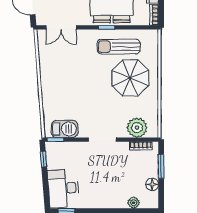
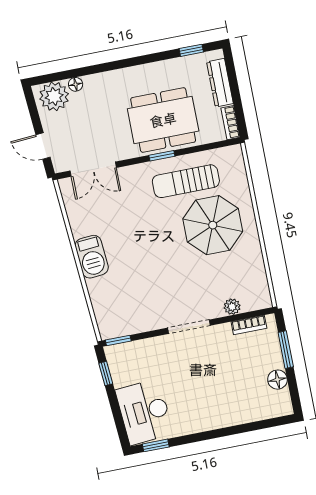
plant: (137, 128) -> (232, 307), width x0.53, depth x0.53
barbecue: (65, 129) -> (92, 257), moved, turned 86
plant: (134, 203) -> (255, 413), removed

